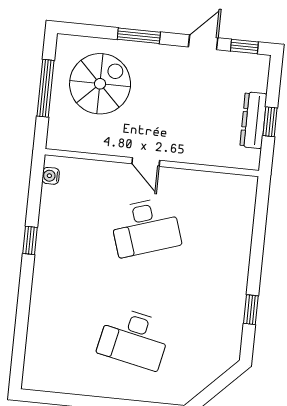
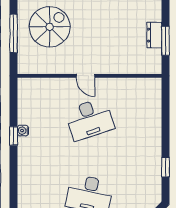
dresser: (253, 120) -> (154, 35), width x0.70
window: (270, 122) -> (165, 41), width x1.50
water cooler: (51, 176) -> (23, 131), moved

